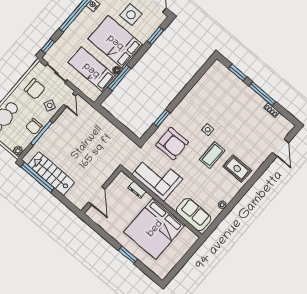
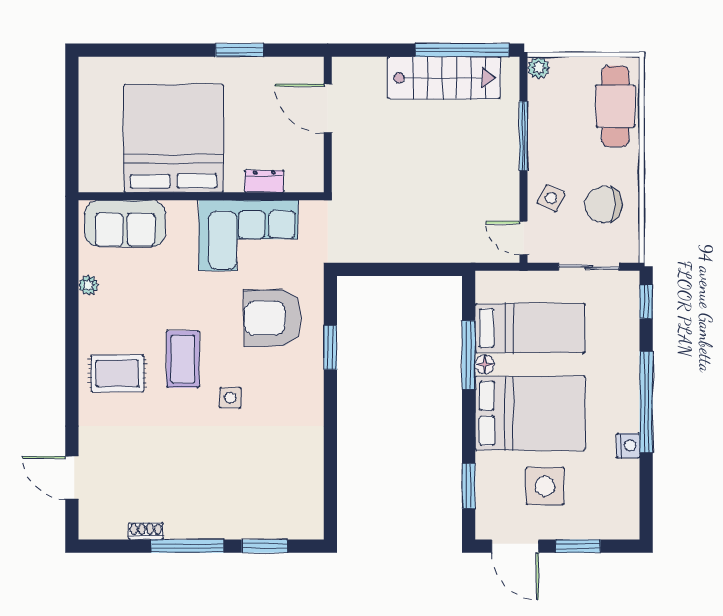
chair: (34, 126) -> (547, 136), removed
window: (128, 255) -> (239, 50), moved

